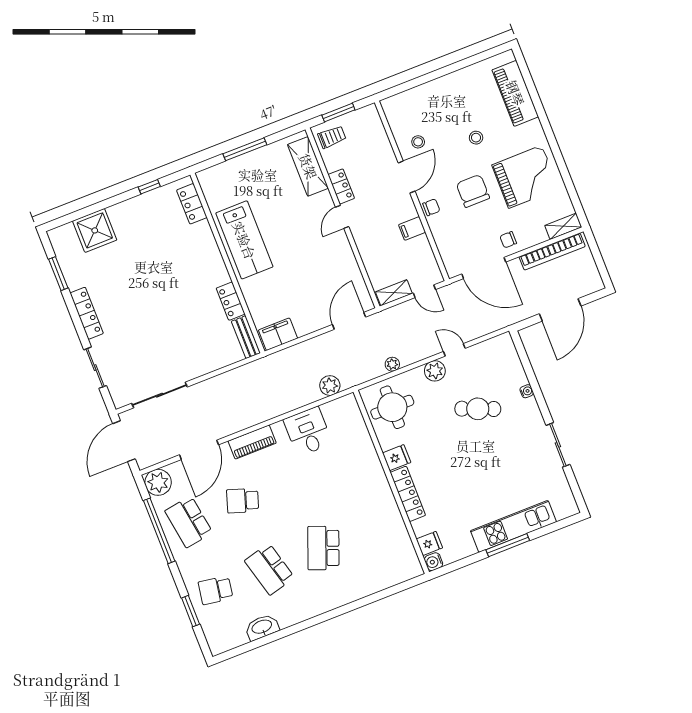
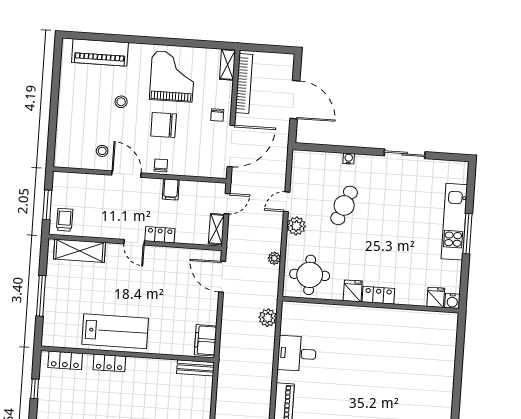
locker: (341, 186) -> (160, 235), moved
locker: (231, 301) -> (109, 363), moved
locker: (408, 494) -> (378, 295), width x0.66
school desk: (323, 548) -> (398, 386), removed

